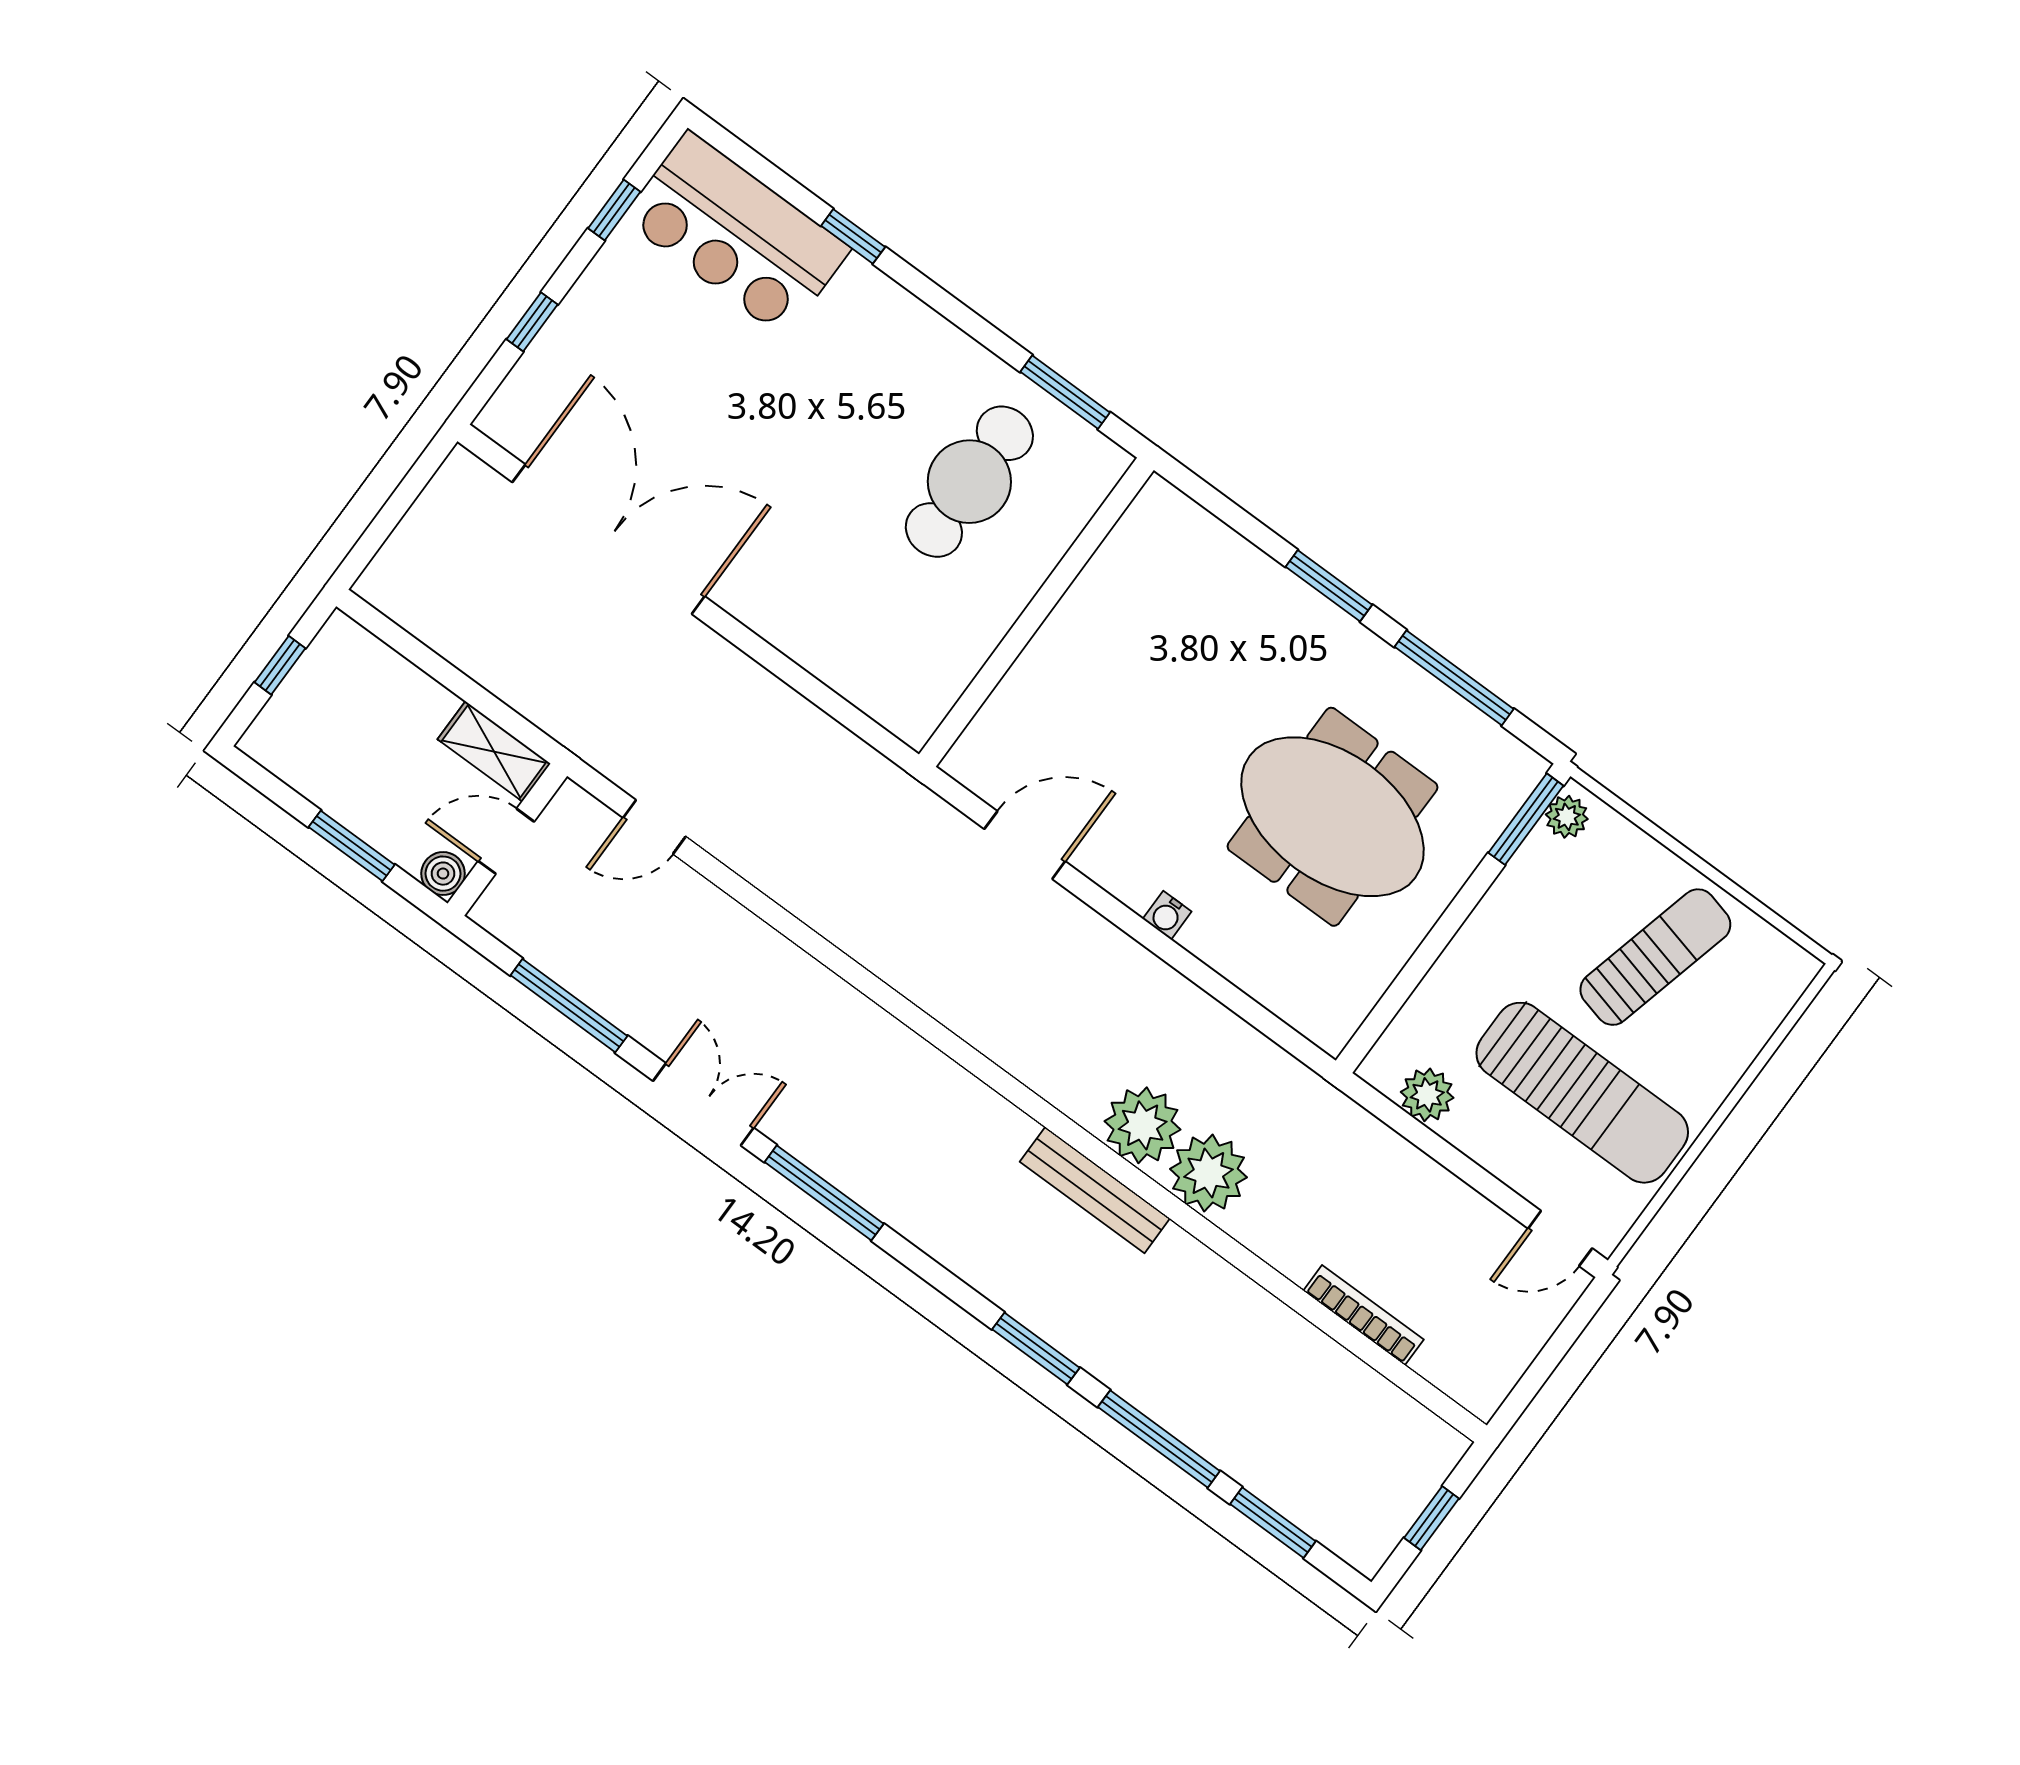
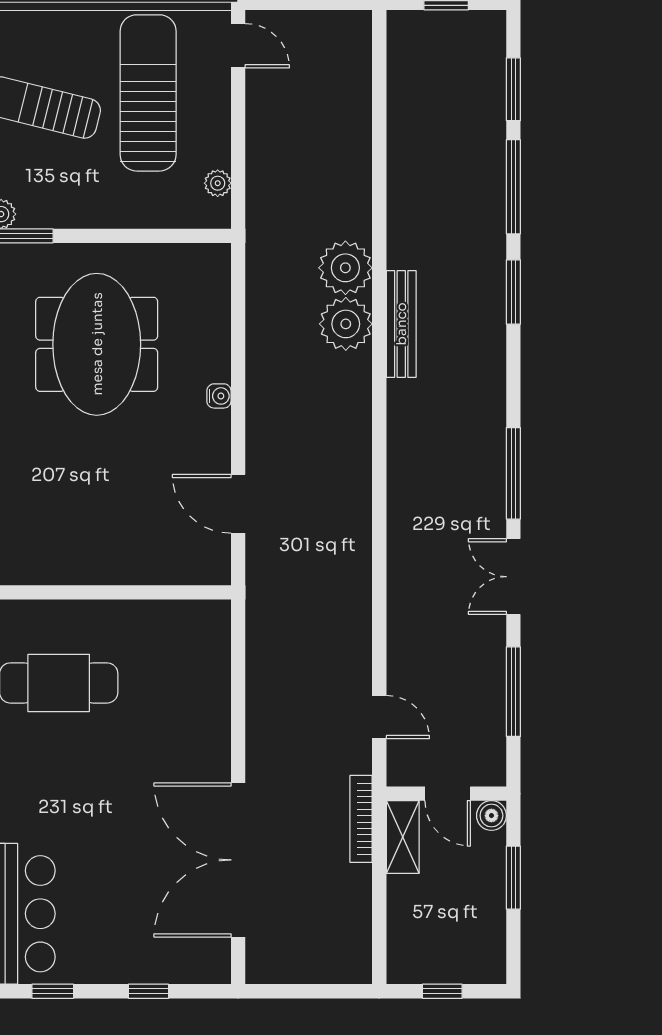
plant: (1427, 1095) -> (218, 183), width x0.73, depth x0.73
bookcase: (1363, 1315) -> (361, 819), moved

